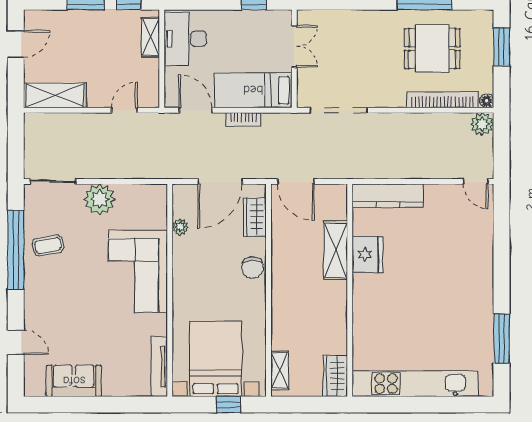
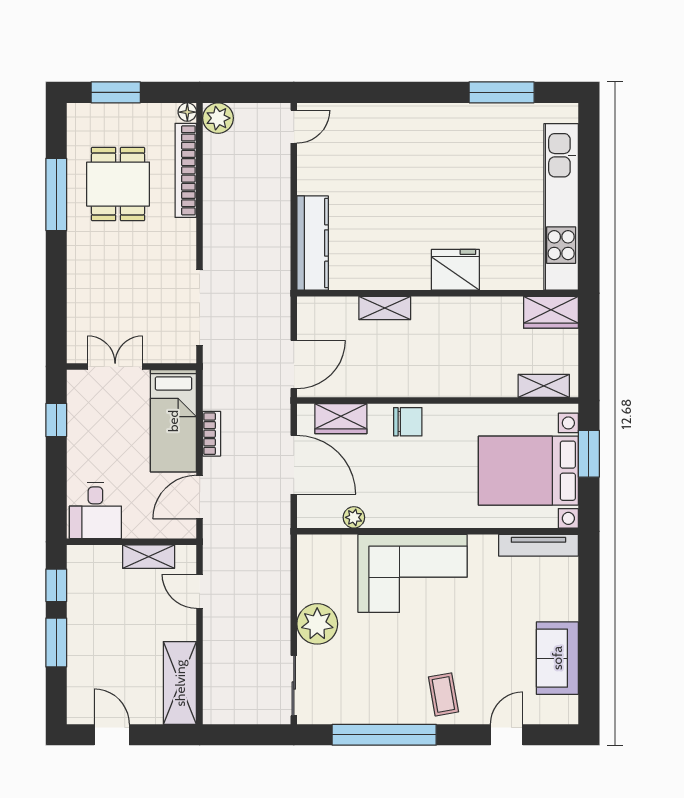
shelving: (150, 37) -> (149, 557), moved
desk: (185, 39) -> (95, 511), width x0.73
coffee table: (48, 245) -> (443, 694), moved
shelving: (336, 250) -> (385, 308), width x0.67, depth x0.75
fridge: (367, 254) -> (455, 270), moved
window: (228, 405) -> (589, 454), width x1.50

